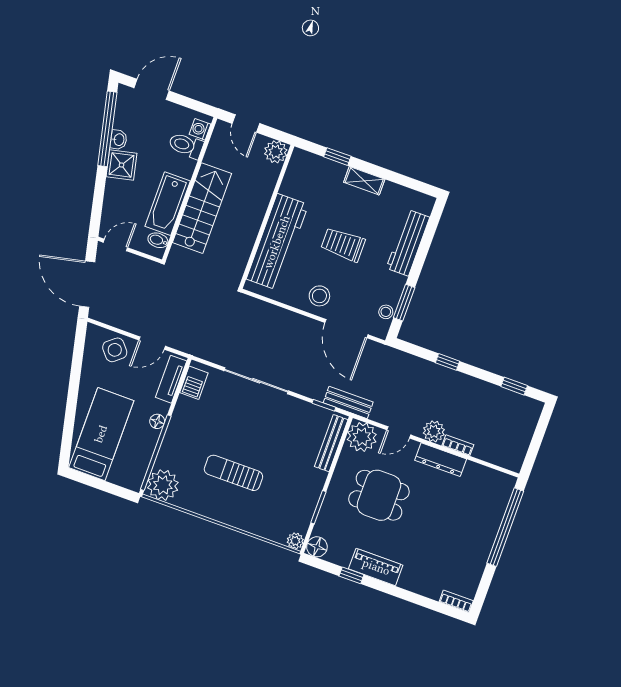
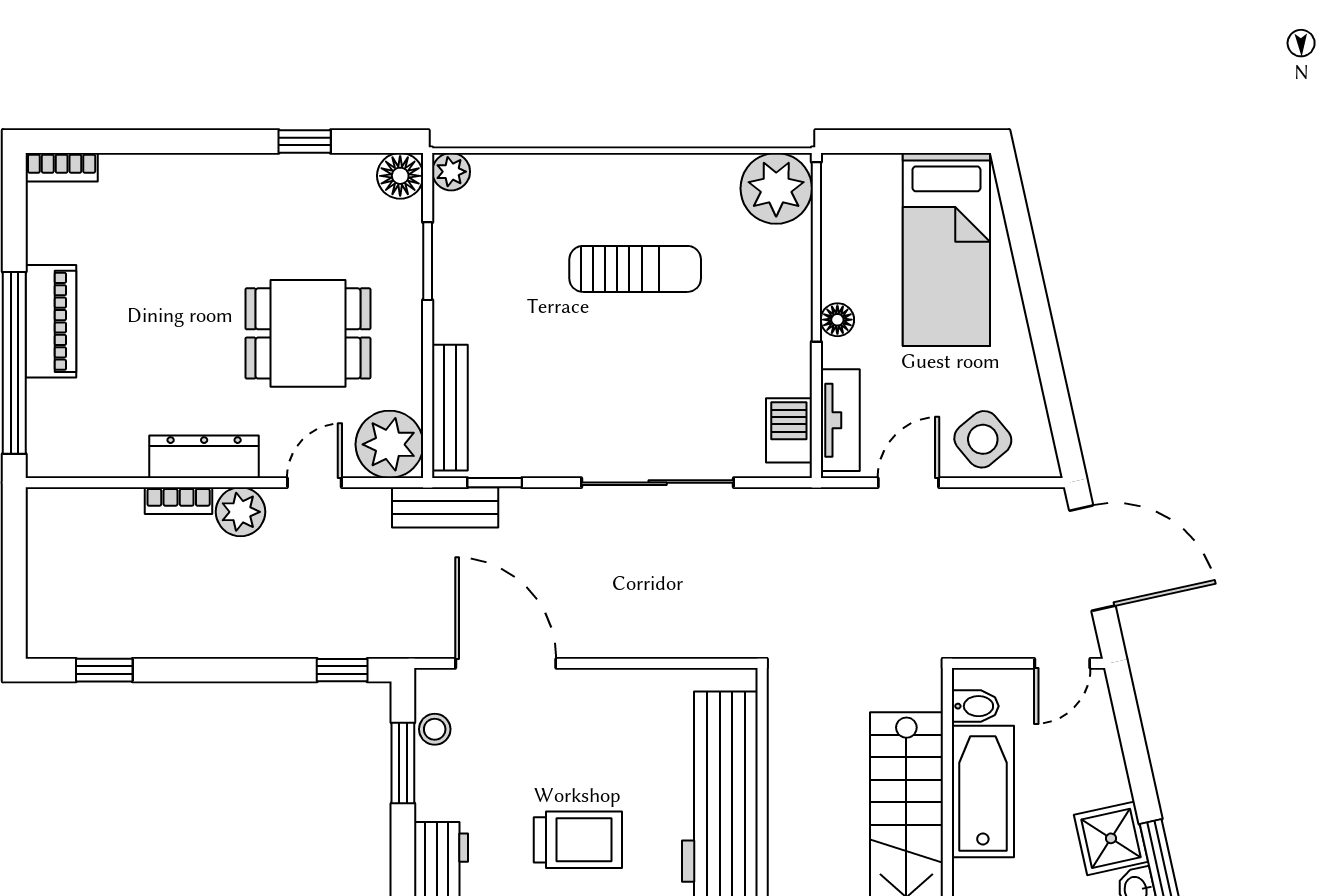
stool: (319, 296) -> (588, 712), removed
window: (447, 362) -> (342, 670), moved
piano: (376, 567) -> (51, 321), moved, turned -90

